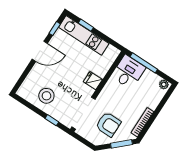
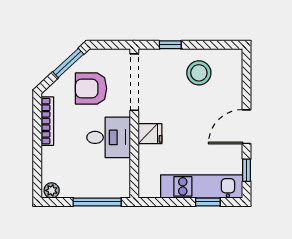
desk: (128, 72) -> (109, 137), moved, turned -90
window: (121, 144) -> (68, 63), moved

